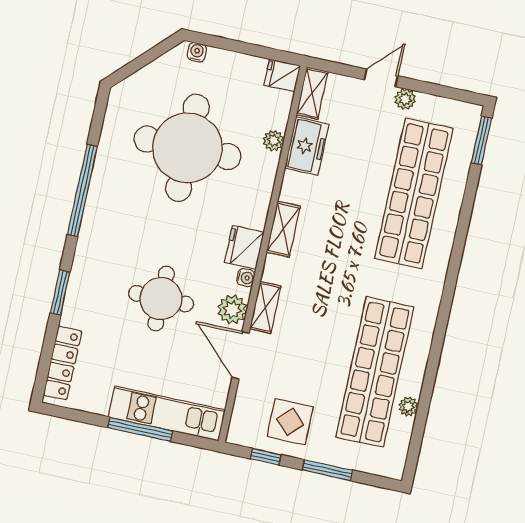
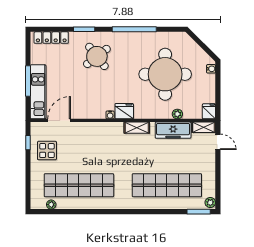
door: (381, 78) -> (218, 142), moved
plant: (405, 99) -> (210, 203), moved
freezer: (307, 146) -> (173, 130), width x1.40
round table: (161, 299) -> (97, 56), moved, turned -38
shelving: (265, 307) -> (98, 127), removed
plant: (232, 309) -> (94, 112), removed
door: (241, 355) -> (59, 120), moved
plant: (408, 406) -> (51, 205), moved
window: (327, 470) -> (28, 173), removed

